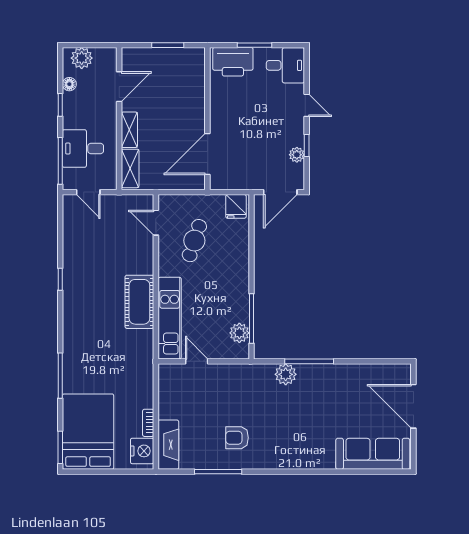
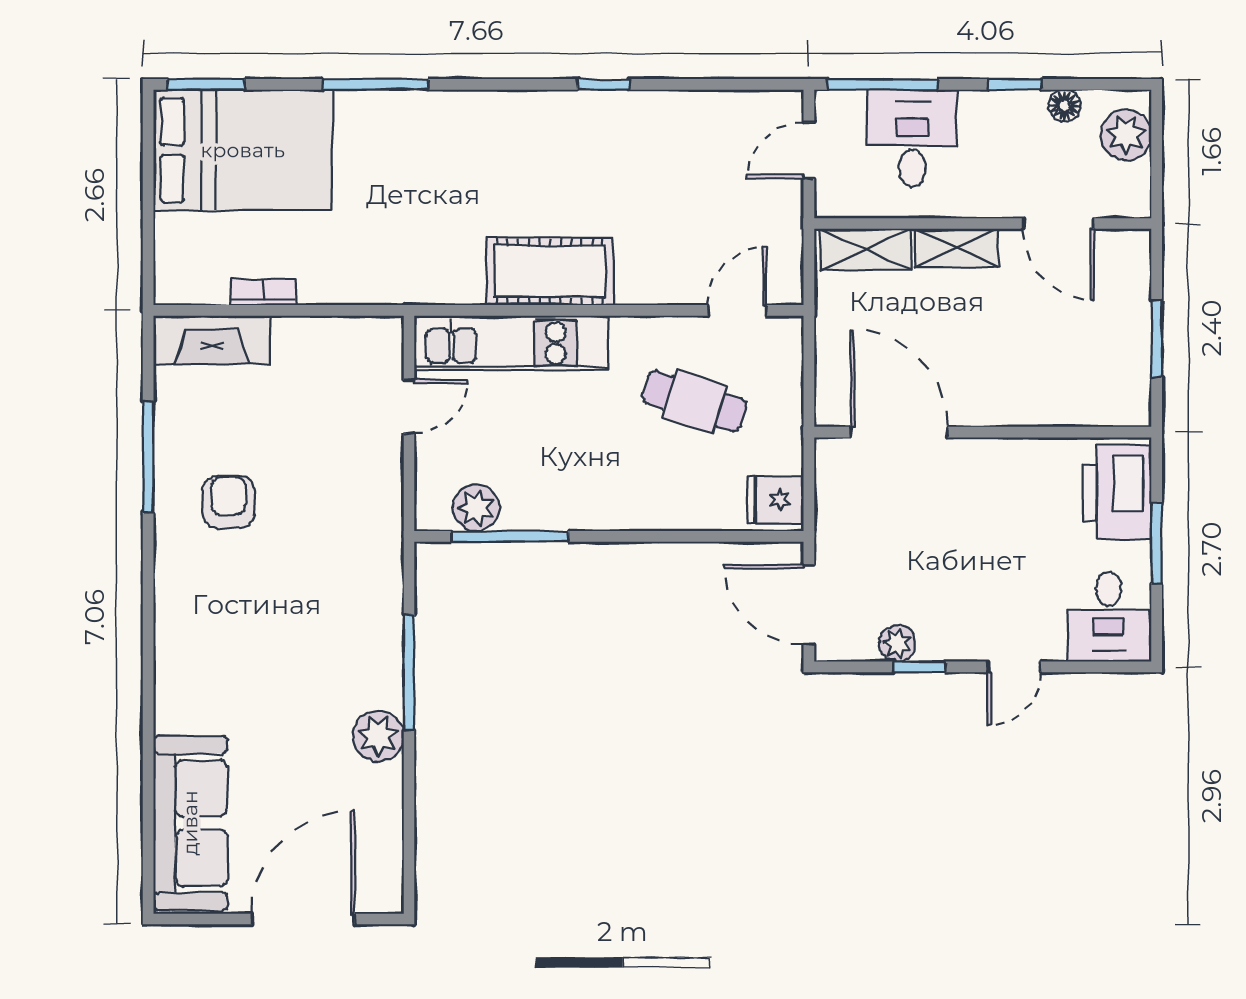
plant: (286, 374) -> (378, 736), moved
nightstand: (142, 451) -> (197, 278), removed

